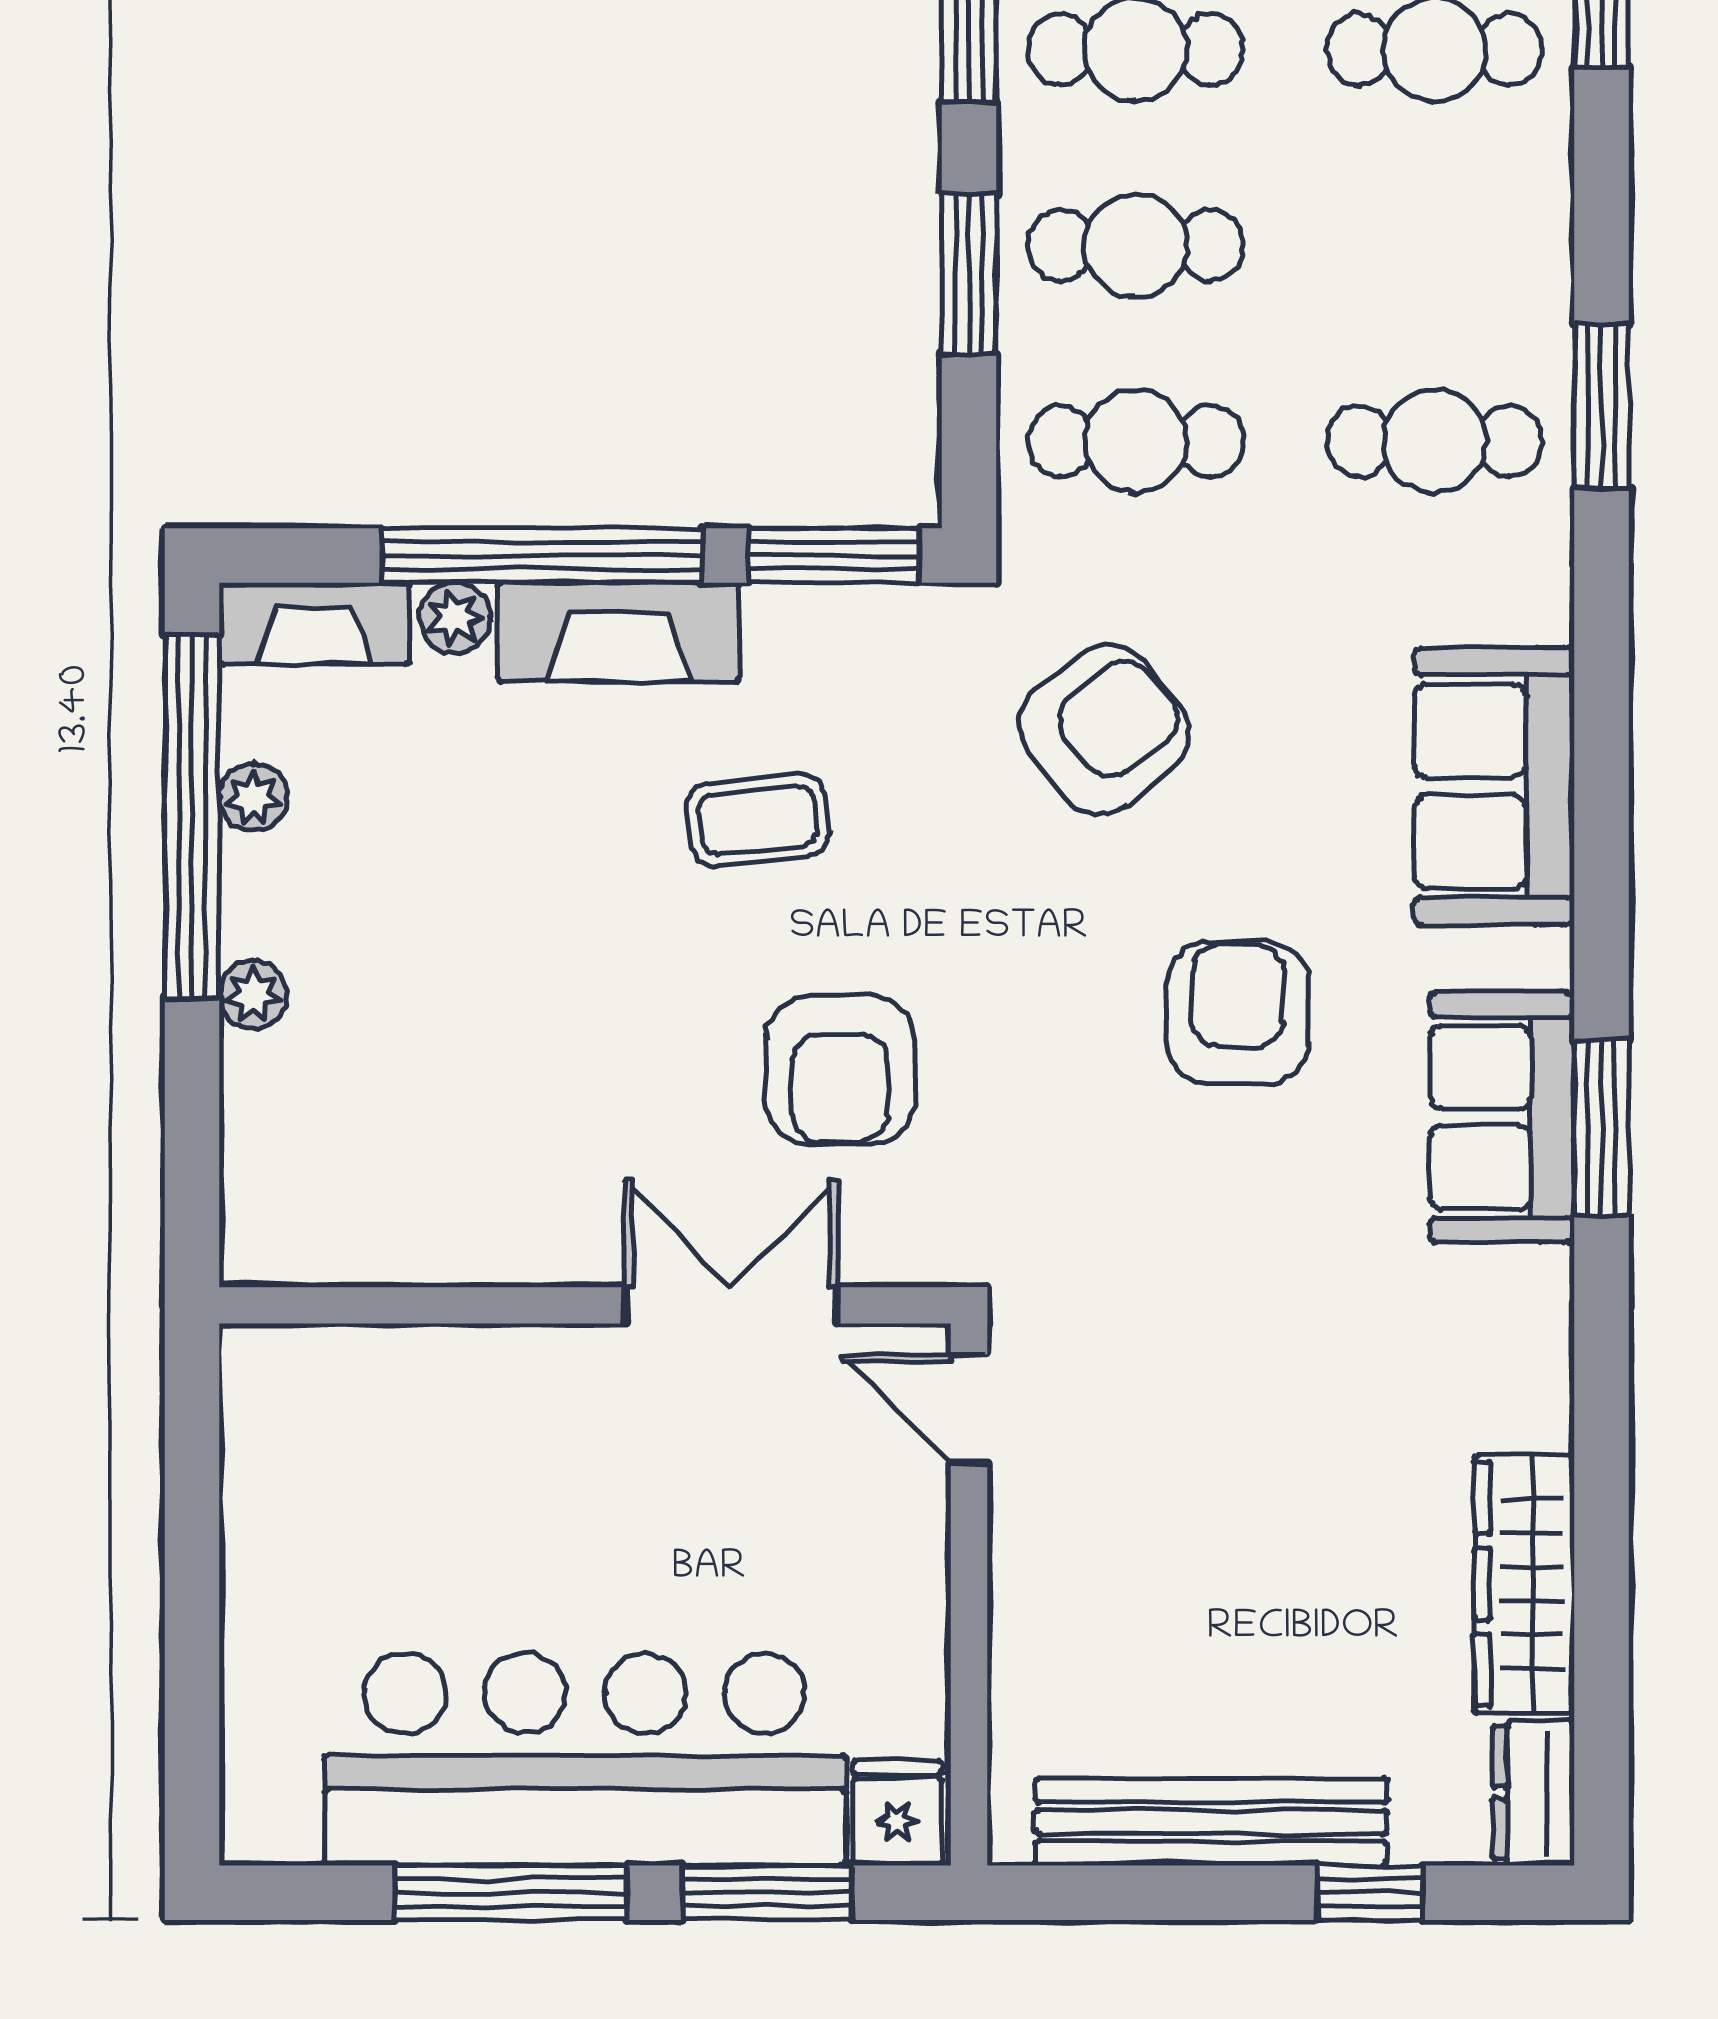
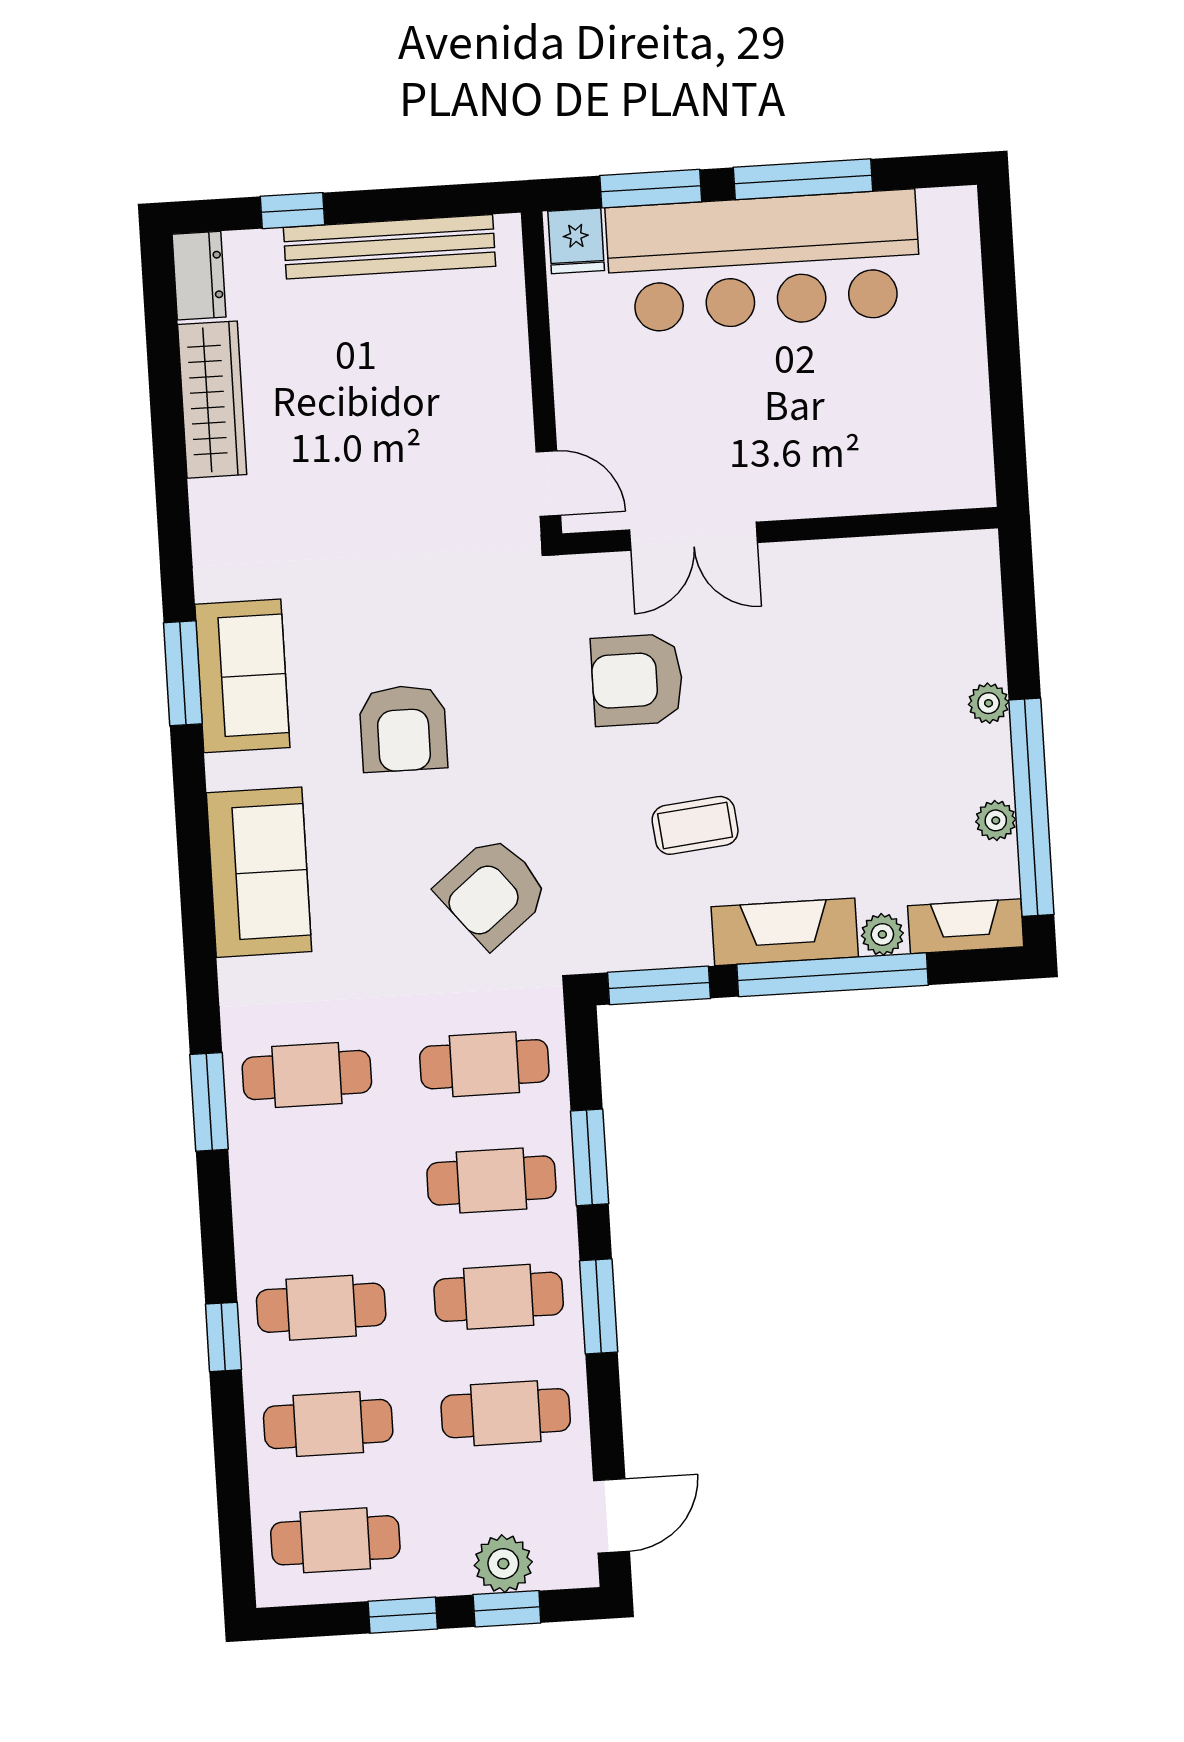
armchair: (840, 1070) -> (637, 680), turned -90

